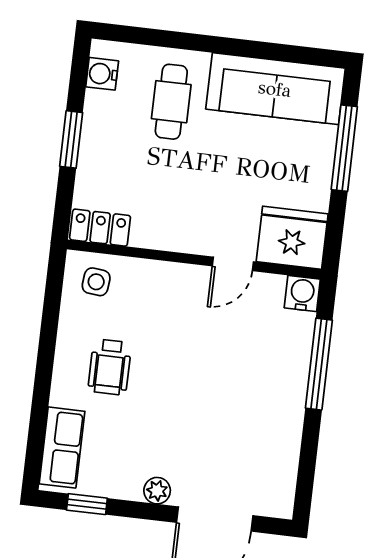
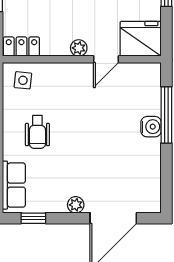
plant: (191, 241) -> (79, 48), added
water cooler: (302, 294) -> (151, 127), moved, turned 90

